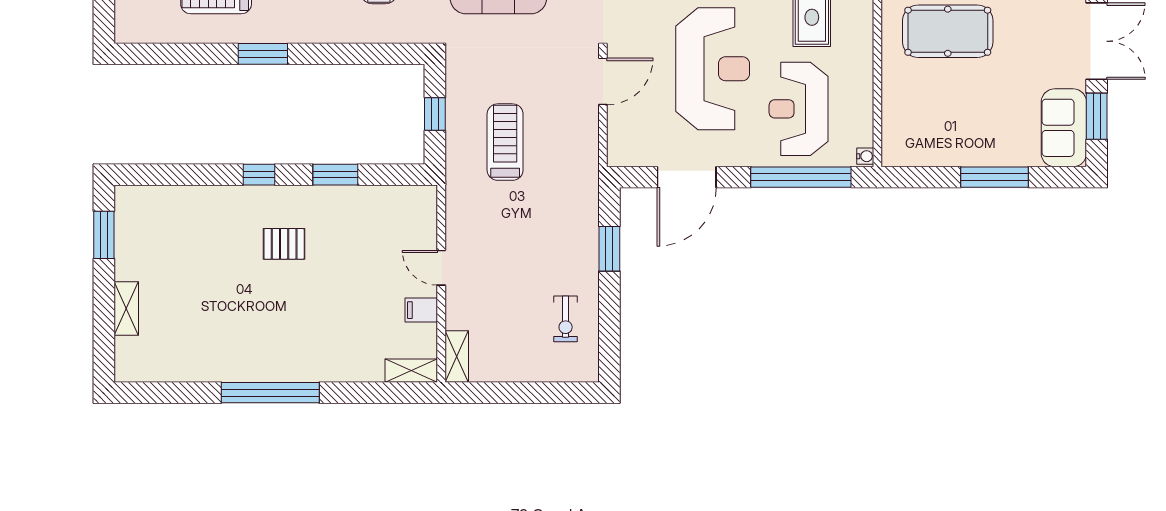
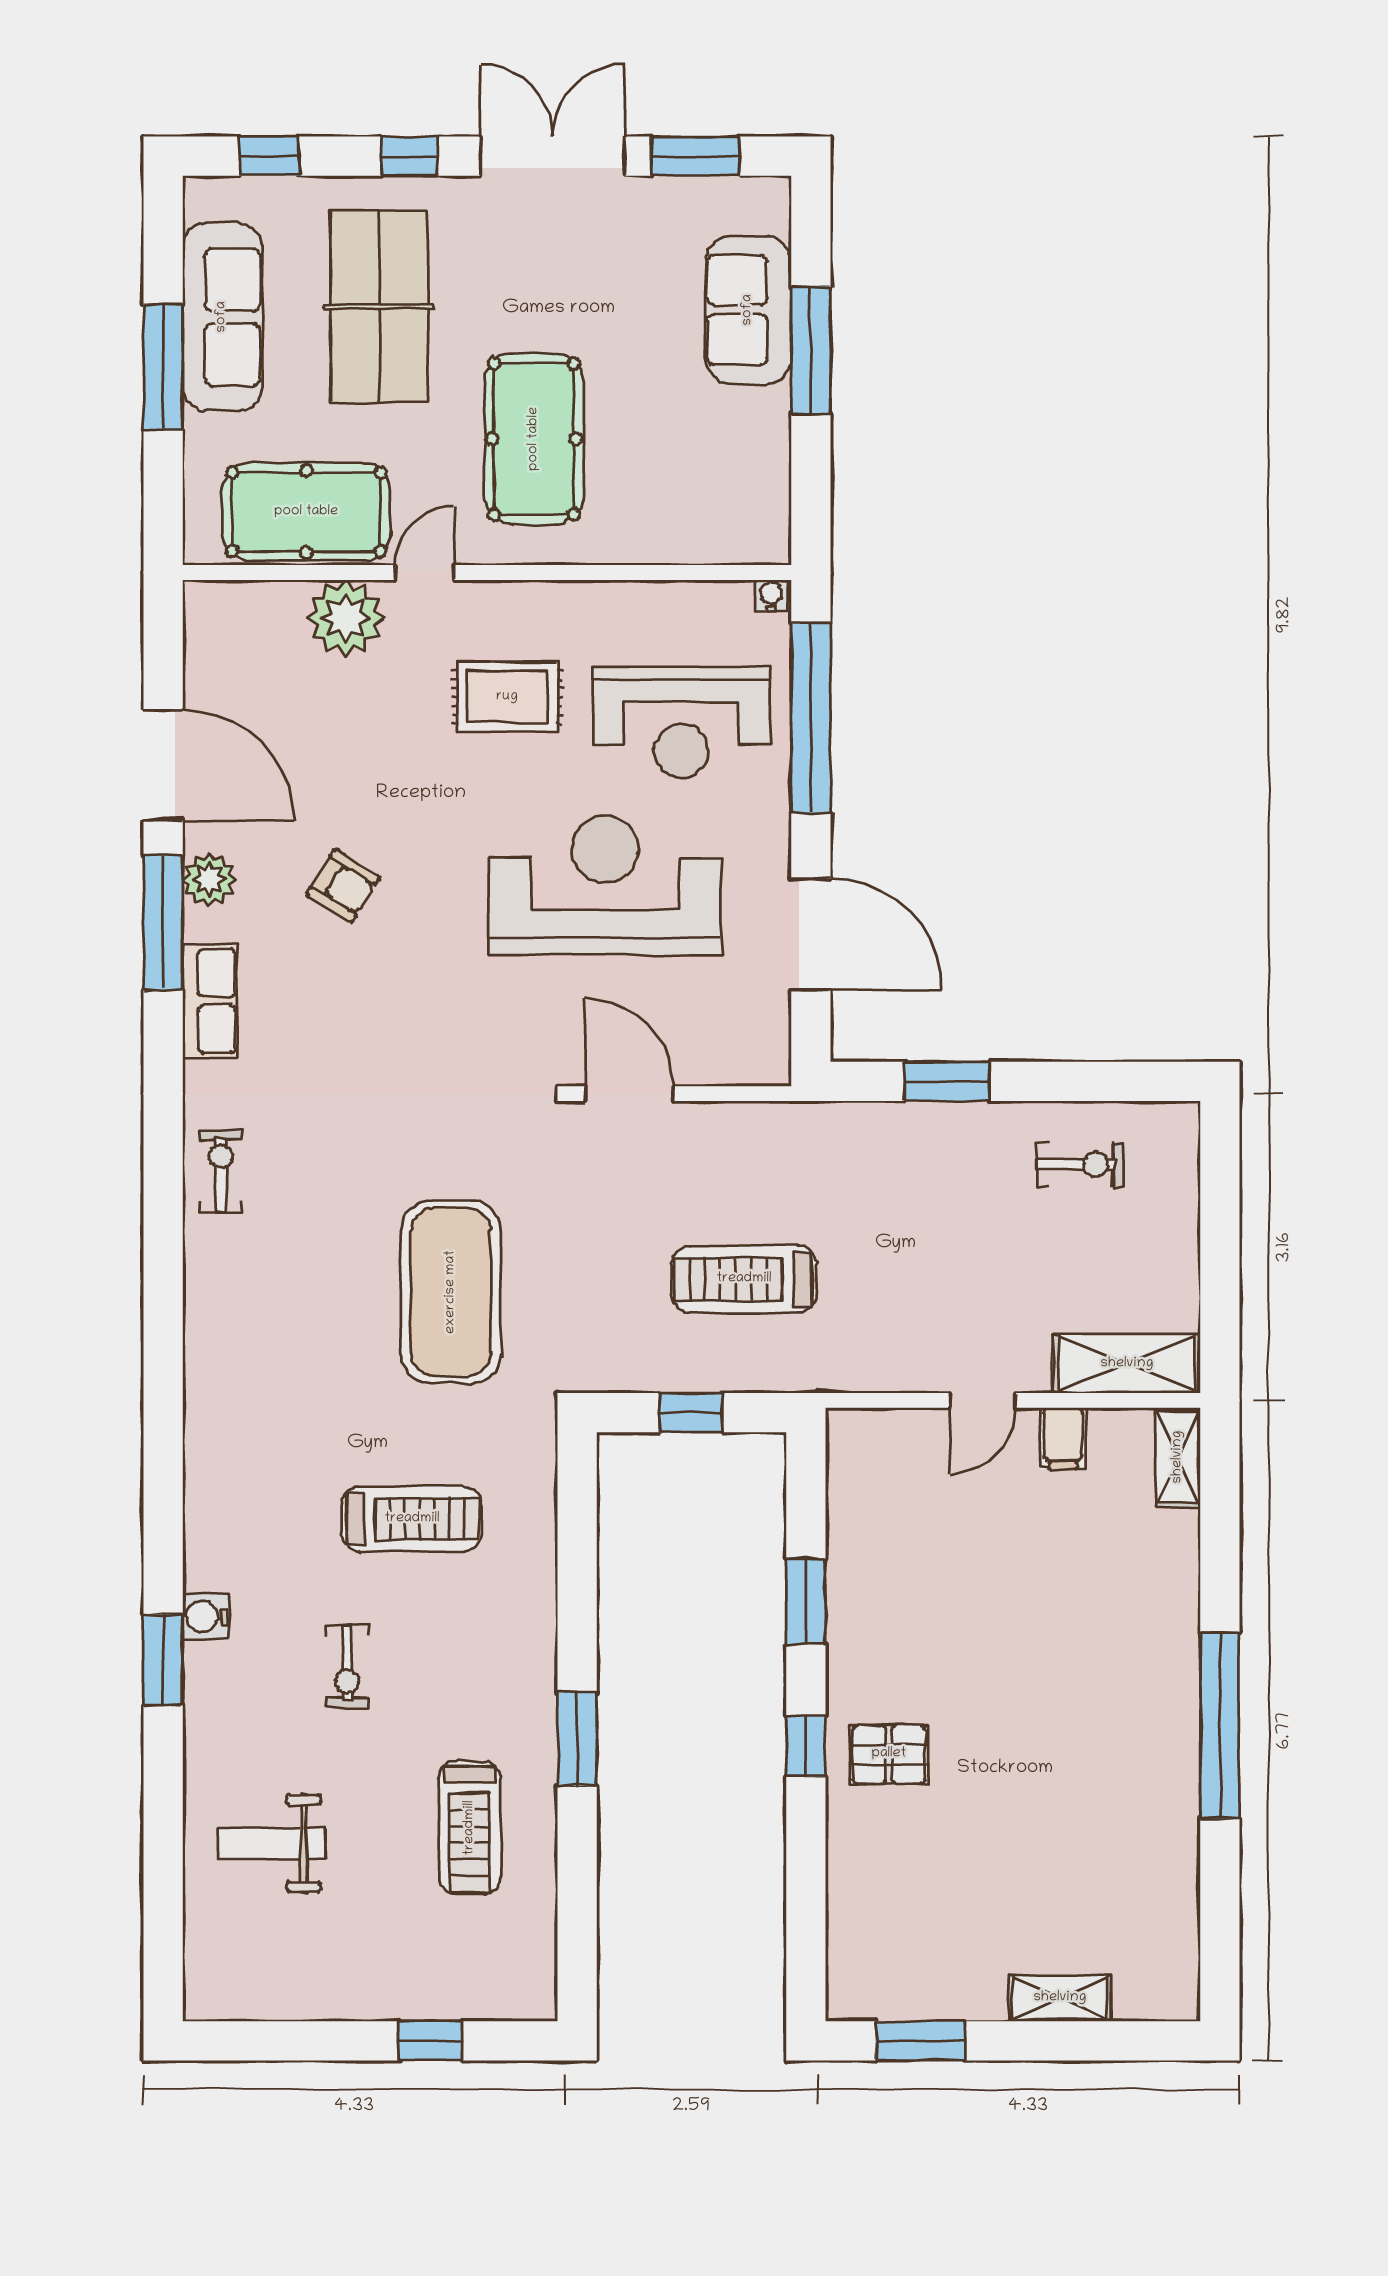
sofa: (1064, 128) -> (748, 310), moved, turned 90
pallet: (284, 244) -> (889, 1754), moved, turned 90
shelving: (457, 356) -> (1127, 1364), width x1.50, depth x1.33

